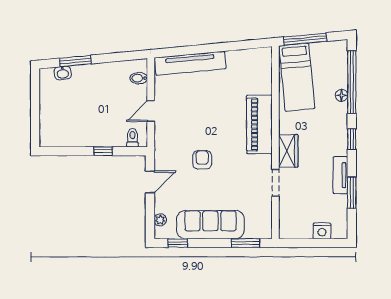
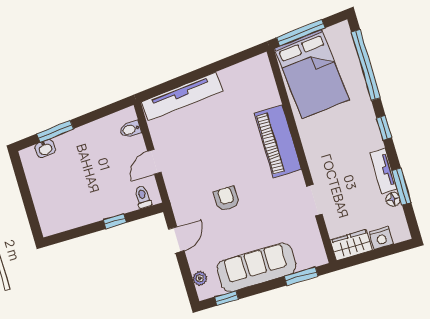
bed: (297, 77) -> (312, 74), width x1.50
floor lamp: (342, 95) -> (393, 199), moved
wardrobe: (288, 151) -> (352, 245), moved, turned -90

